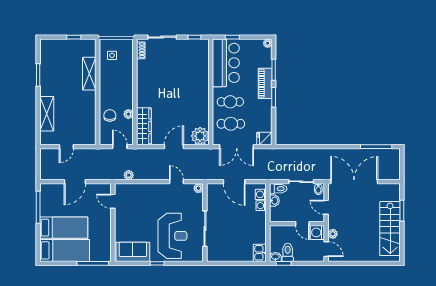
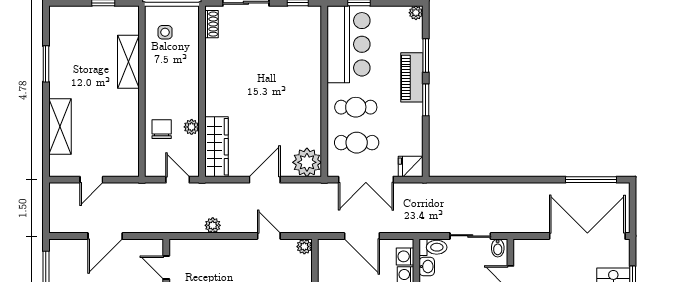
plant: (129, 175) -> (213, 225), moved
double door: (354, 182) -> (587, 236), moved

